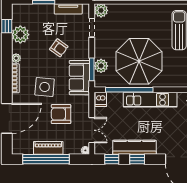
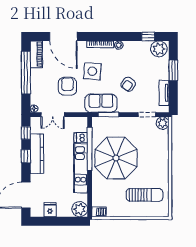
plant: (20, 35) -> (159, 49), moved
plant: (101, 66) -> (112, 123), removed
dishwasher: (101, 99) -> (81, 138), moved
piano: (48, 148) -> (36, 54), moved

